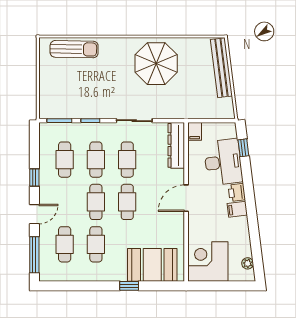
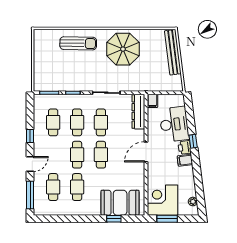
sun lounger: (74, 49) -> (78, 43), moved
window: (243, 148) -> (193, 141), moved
window: (129, 286) -> (114, 219), moved
window: (214, 286) -> (167, 219), added

